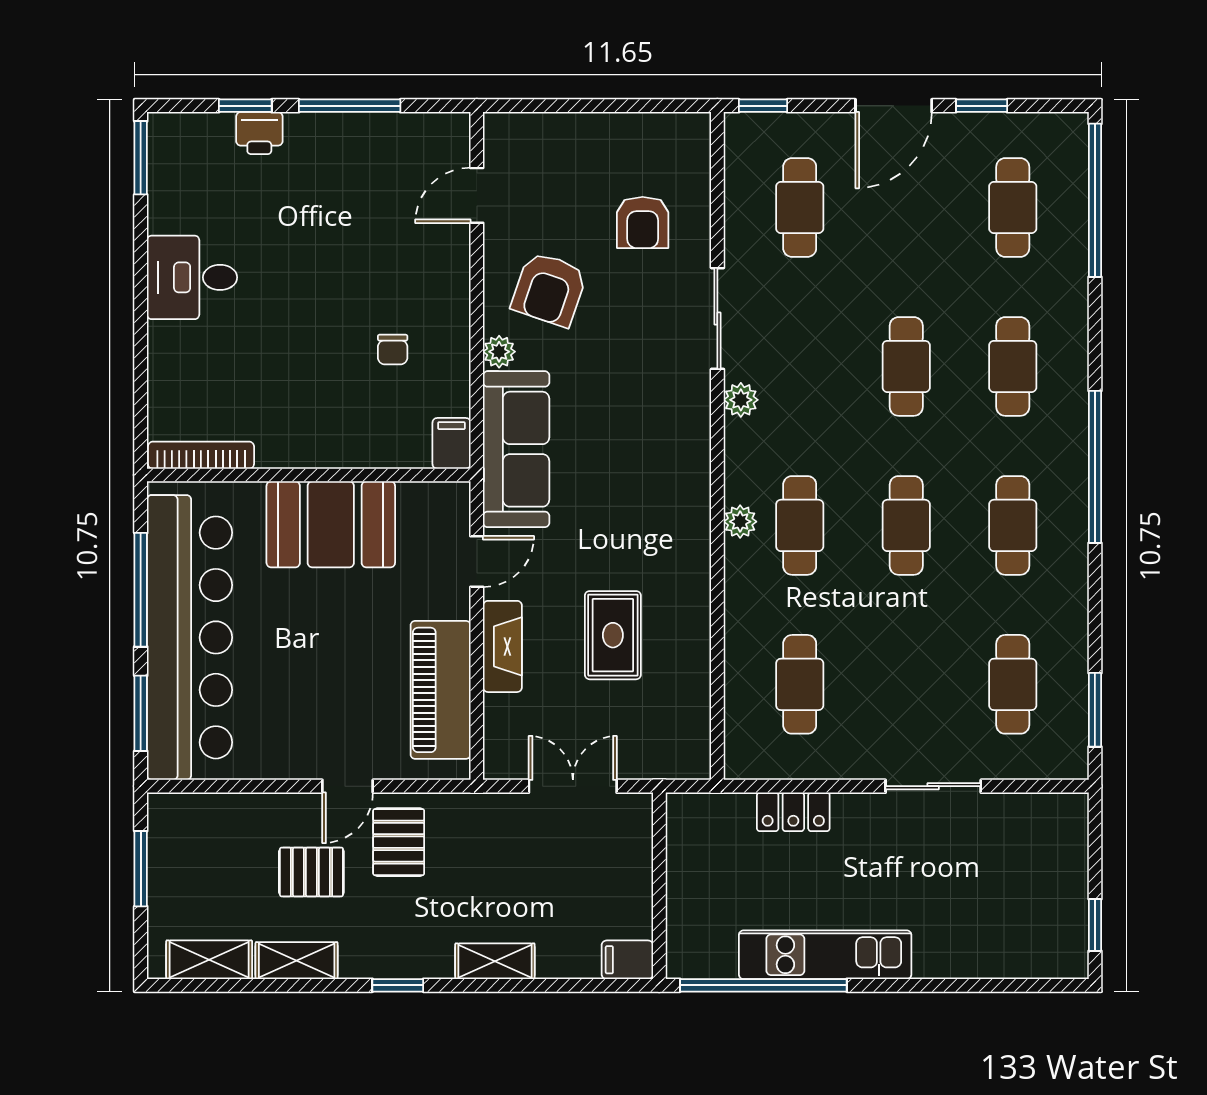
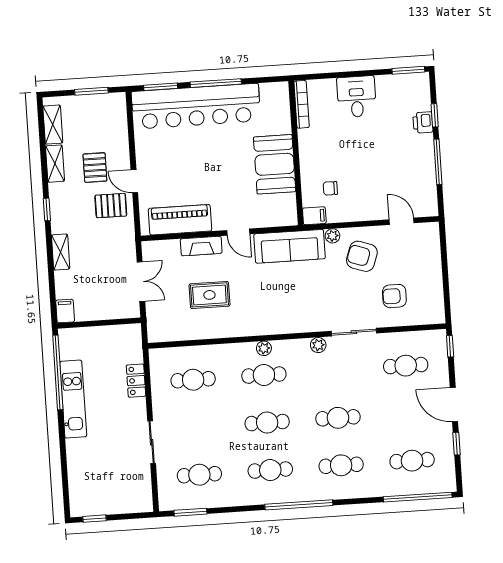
filing cabinet: (451, 443) -> (314, 216), moved
bookcase: (201, 455) -> (302, 104), moved
wall: (309, 475) -> (296, 153), moved
booth: (331, 524) -> (275, 164), moved

